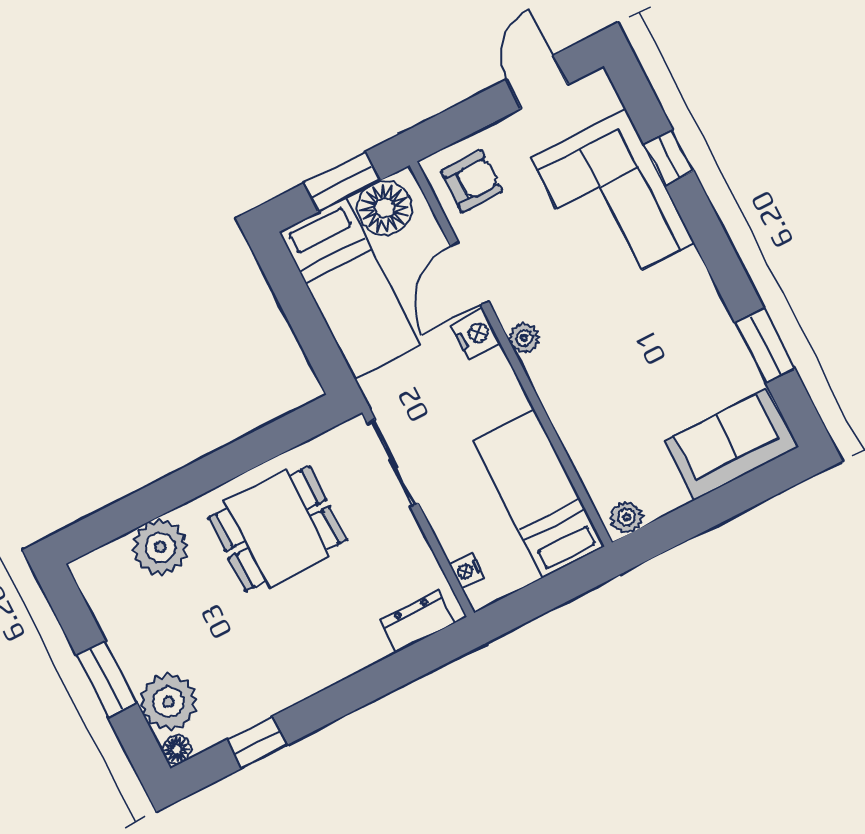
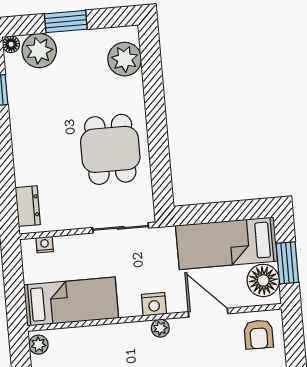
nightstand: (476, 334) -> (154, 304), moved
plant: (160, 547) -> (125, 59), moved

